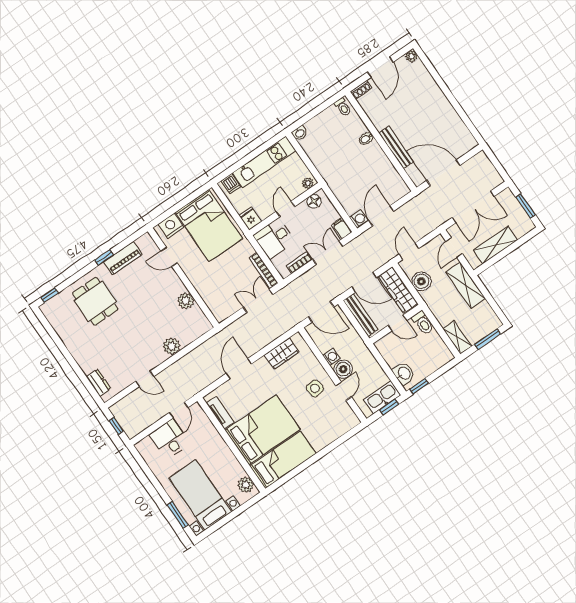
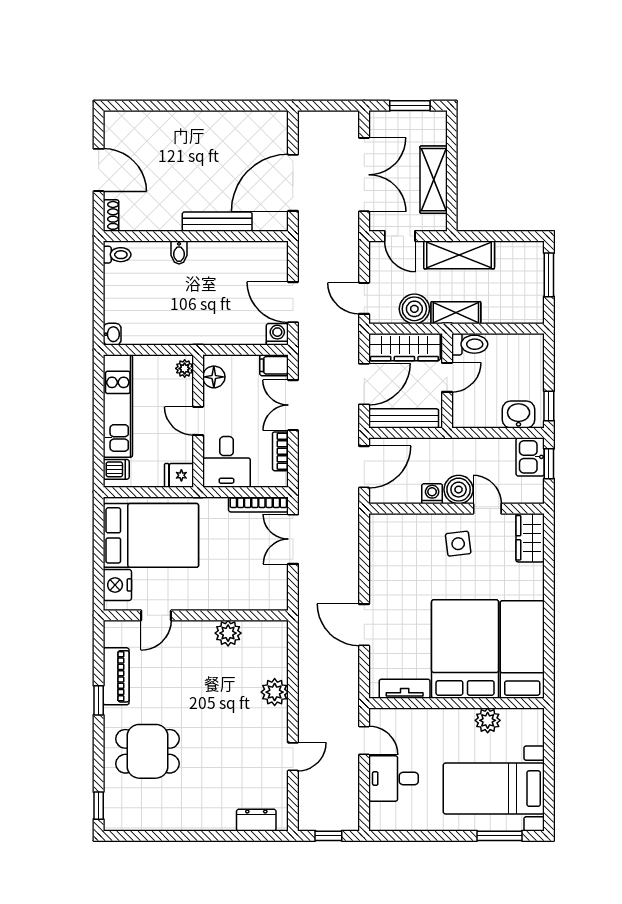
plant: (411, 56) -> (113, 120), removed
shelving: (457, 337) -> (456, 313), moved
wardrobe: (282, 354) -> (530, 538), moved, turned 180
kitchen sink: (382, 397) -> (530, 457), width x0.73
plant: (246, 485) -> (488, 720), moved

